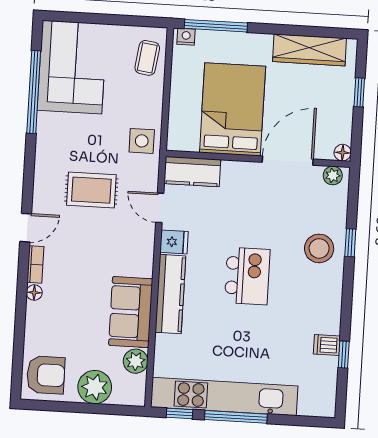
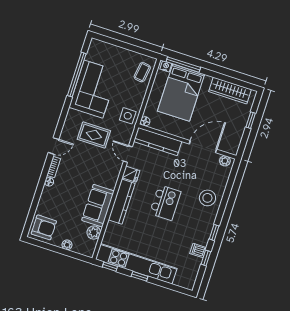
corner sofa: (72, 67) -> (93, 89), moved
bed: (233, 109) -> (181, 93), moved, turned 180
floor lamp: (343, 153) -> (145, 121), moved
kitchen counter: (192, 172) -> (158, 142), width x1.50
window: (350, 243) -> (214, 232), moved
plant: (95, 387) -> (67, 245), width x0.53, depth x0.53
window: (236, 417) -> (140, 276), width x0.46

